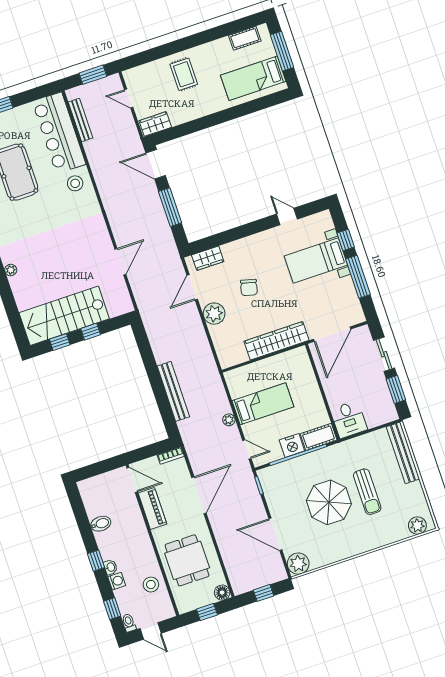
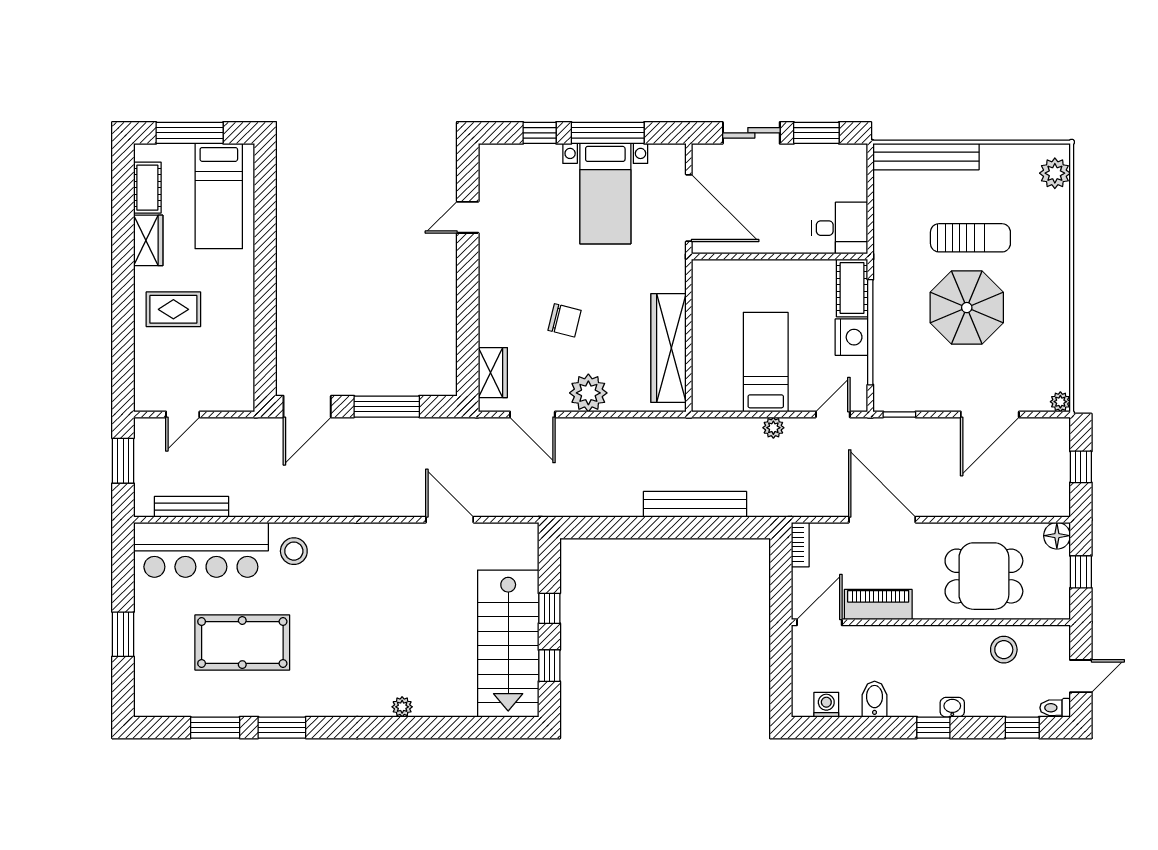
wardrobe: (155, 124) -> (148, 240), moved, turned 180
bed with nightstands: (316, 260) -> (605, 194), moved
wardrobe: (277, 341) -> (669, 348), moved
plant: (298, 564) -> (1060, 402), width x0.53, depth x0.53
washing machine: (117, 581) -> (826, 705), moved

